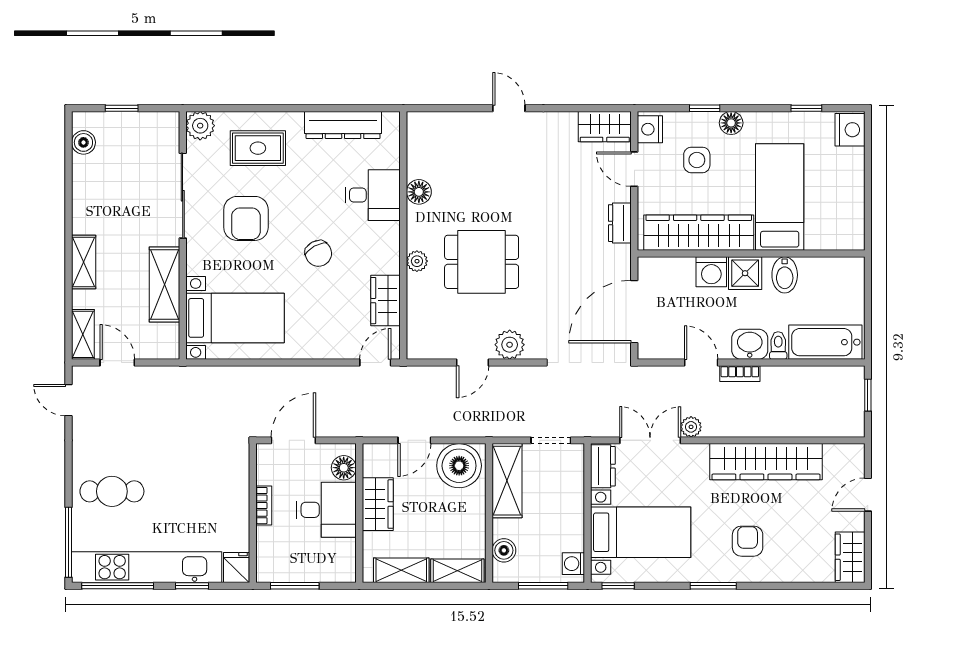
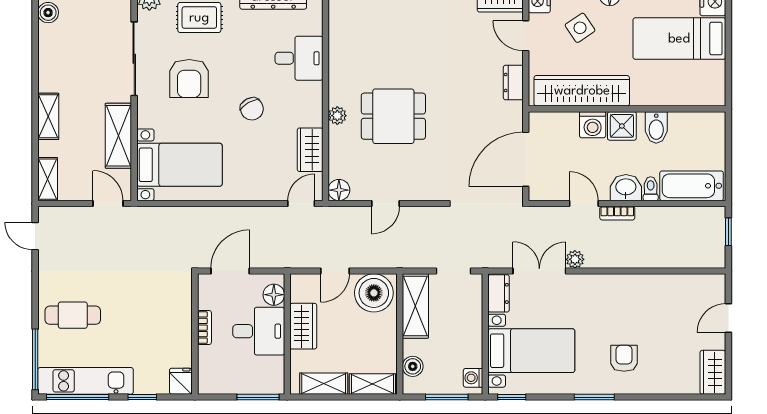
side table: (697, 160) -> (580, 28), turned -34
floor lamp: (419, 192) -> (339, 190), moved
bed: (780, 197) -> (679, 39), moved, turned -90
plant: (510, 345) -> (418, 188), removed
door: (117, 363) -> (108, 203), moved
wardrobe: (766, 462) -> (640, 289), removed
kitchen unit: (147, 567) -> (85, 381), width x0.73
window: (295, 586) -> (258, 397), moved

